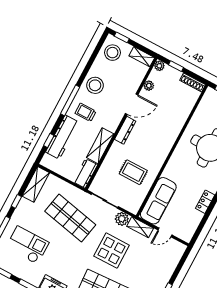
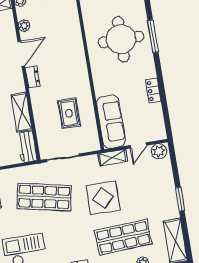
dresser: (125, 130) -> (33, 77), width x0.70
rug: (133, 172) -> (69, 113), turned 90
plant: (122, 219) -> (159, 151), moved

